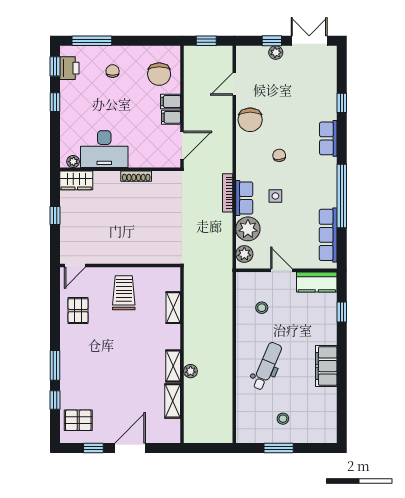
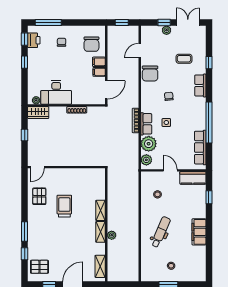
coffee table: (303, 97) -> (184, 59), added
trolley: (124, 293) -> (64, 206), moved
shelving: (173, 308) -> (101, 210), moved
shelving: (173, 401) -> (100, 266), moved

